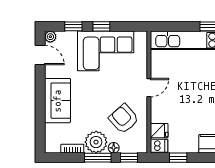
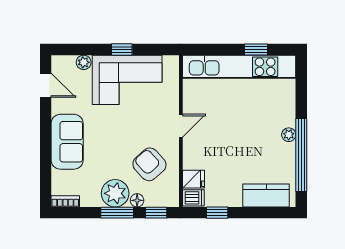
window: (73, 26) -> (87, 50), removed
plant: (50, 37) -> (84, 62), moved
bookcase: (72, 149) -> (65, 201), moved

